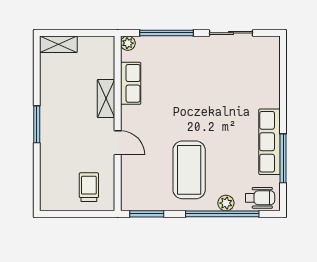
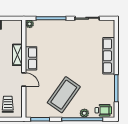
row of seats: (131, 83) -> (31, 58), moved
row of seats: (270, 142) -> (109, 56), moved
coffee table: (189, 170) -> (64, 95), turned 35

